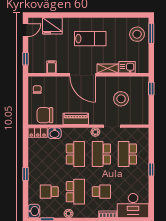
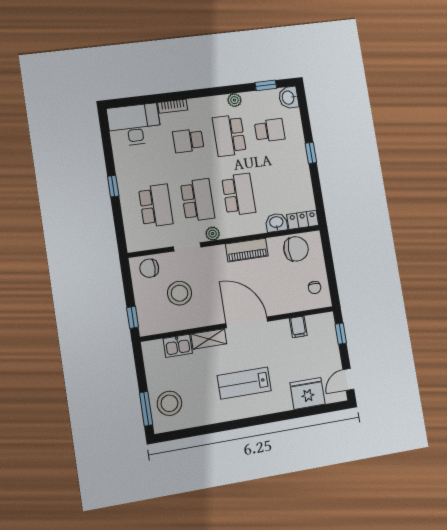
chair: (137, 117) -> (149, 268), added
school desk: (75, 154) -> (239, 194), turned 180

